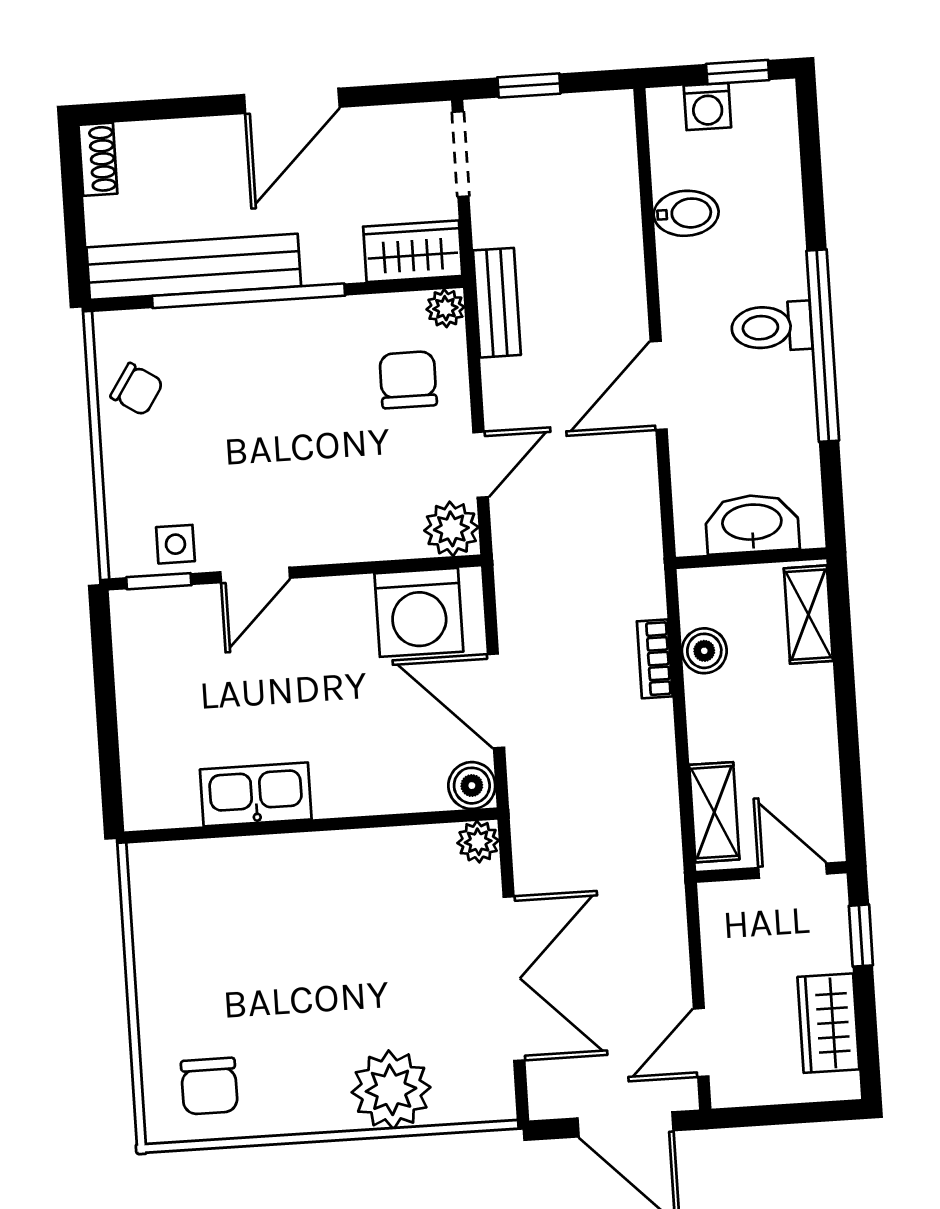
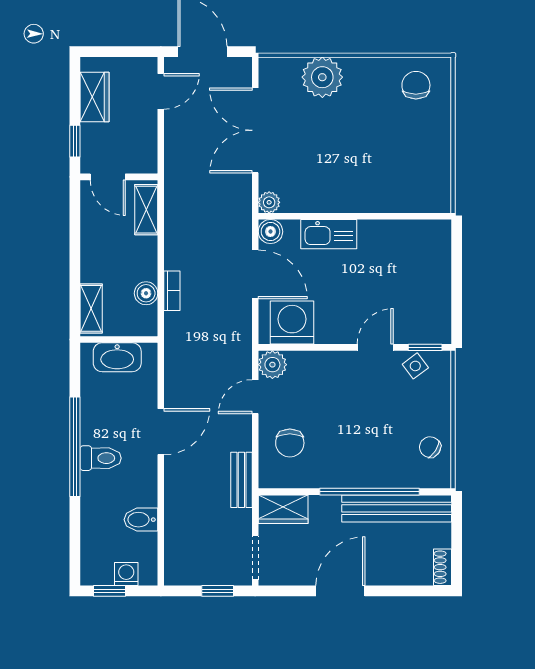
plant: (445, 308) -> (268, 479), removed
side table: (175, 544) -> (415, 366), turned -37
kitchen sink: (256, 794) -> (329, 234), moved

